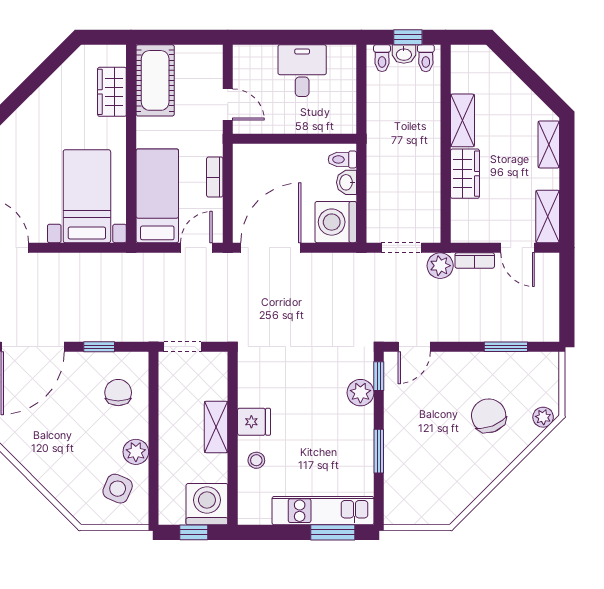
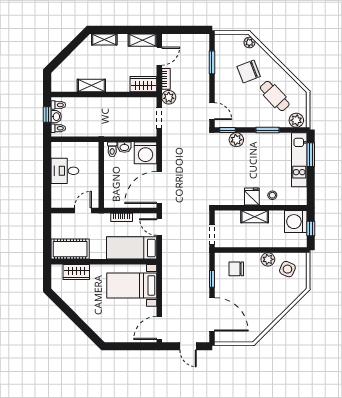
wardrobe: (465, 174) -> (143, 84), moved
door: (271, 248) -> (159, 187), hinge flipped
cafe table: (443, 465) -> (275, 96), added
plant: (397, 505) -> (296, 120), added

